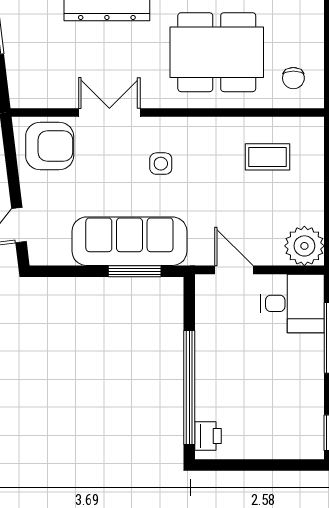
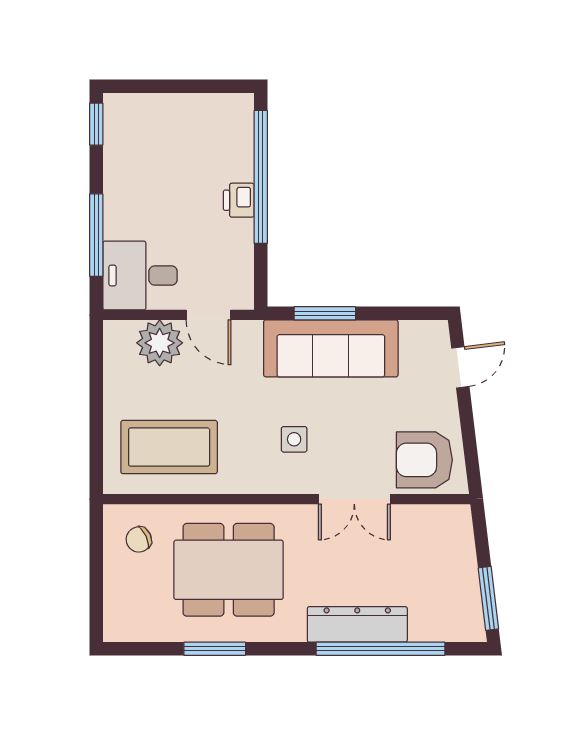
chair: (293, 78) -> (139, 539), turned -115
coffee table: (268, 157) -> (169, 447), width x1.86, depth x1.72
plant: (304, 246) -> (160, 343), moved
printer: (208, 436) -> (239, 200), moved

